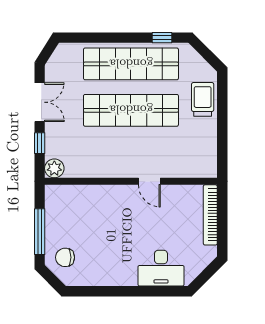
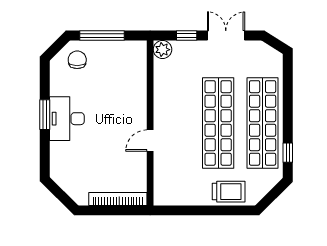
double door: (40, 102) -> (226, 35), swing flipped
desk: (161, 268) -> (67, 119), moved
window: (122, 291) -> (45, 115), added

